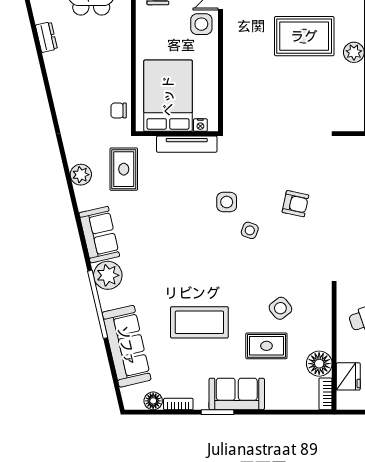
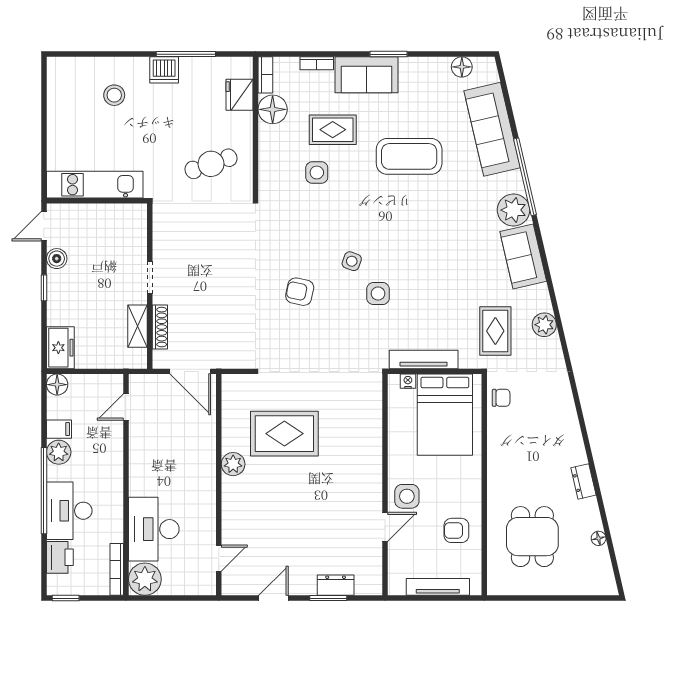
rug: (304, 36) -> (284, 434), moved
side table: (280, 308) -> (317, 173), turned 38
bookcase: (178, 404) -> (317, 63), moved

